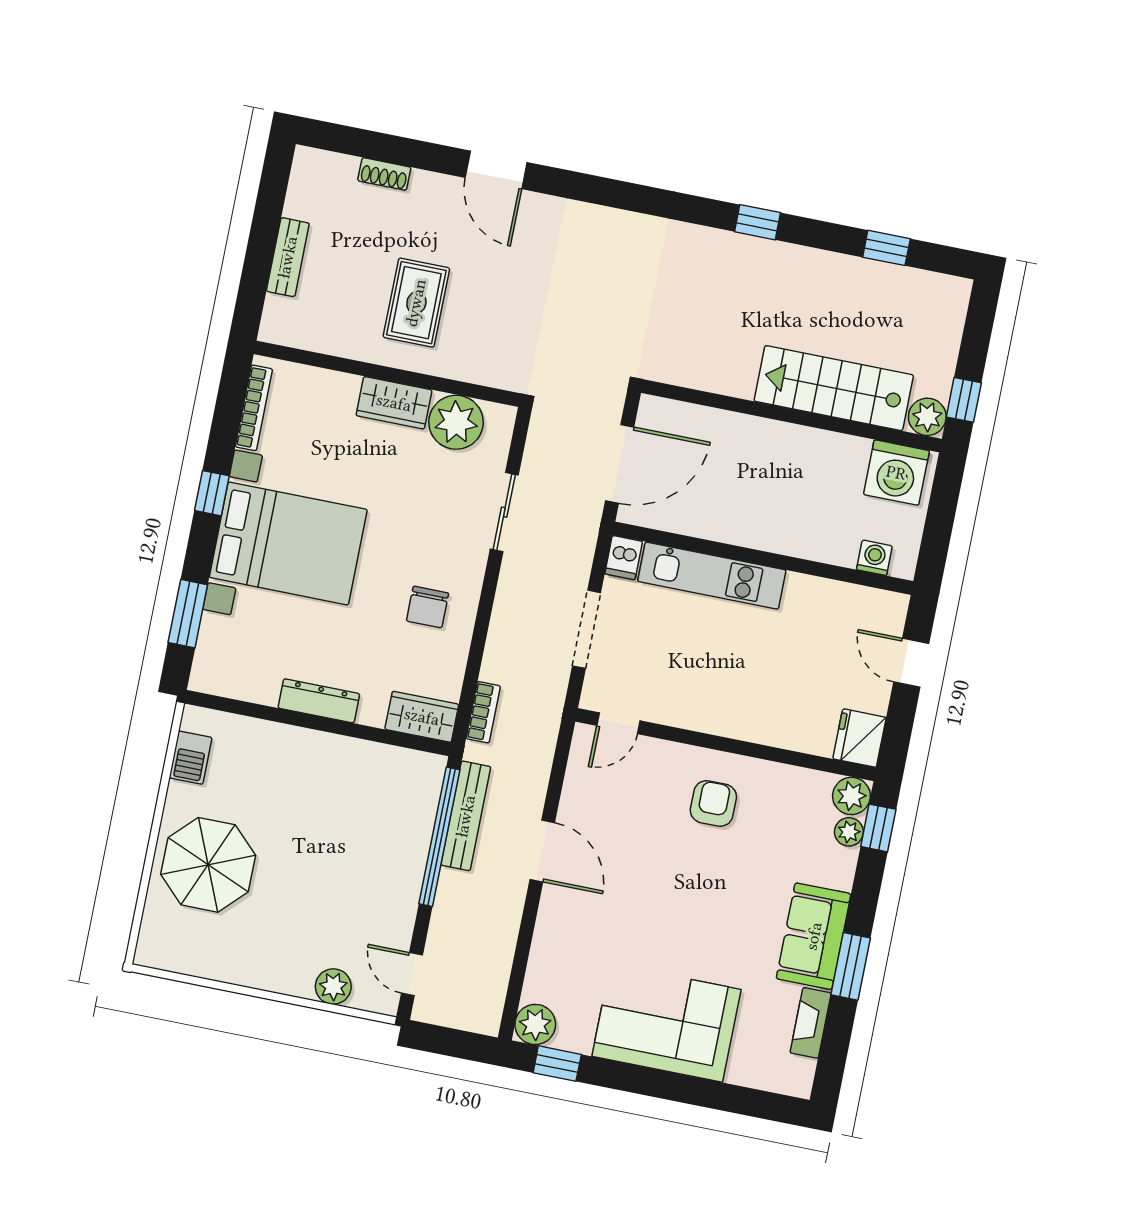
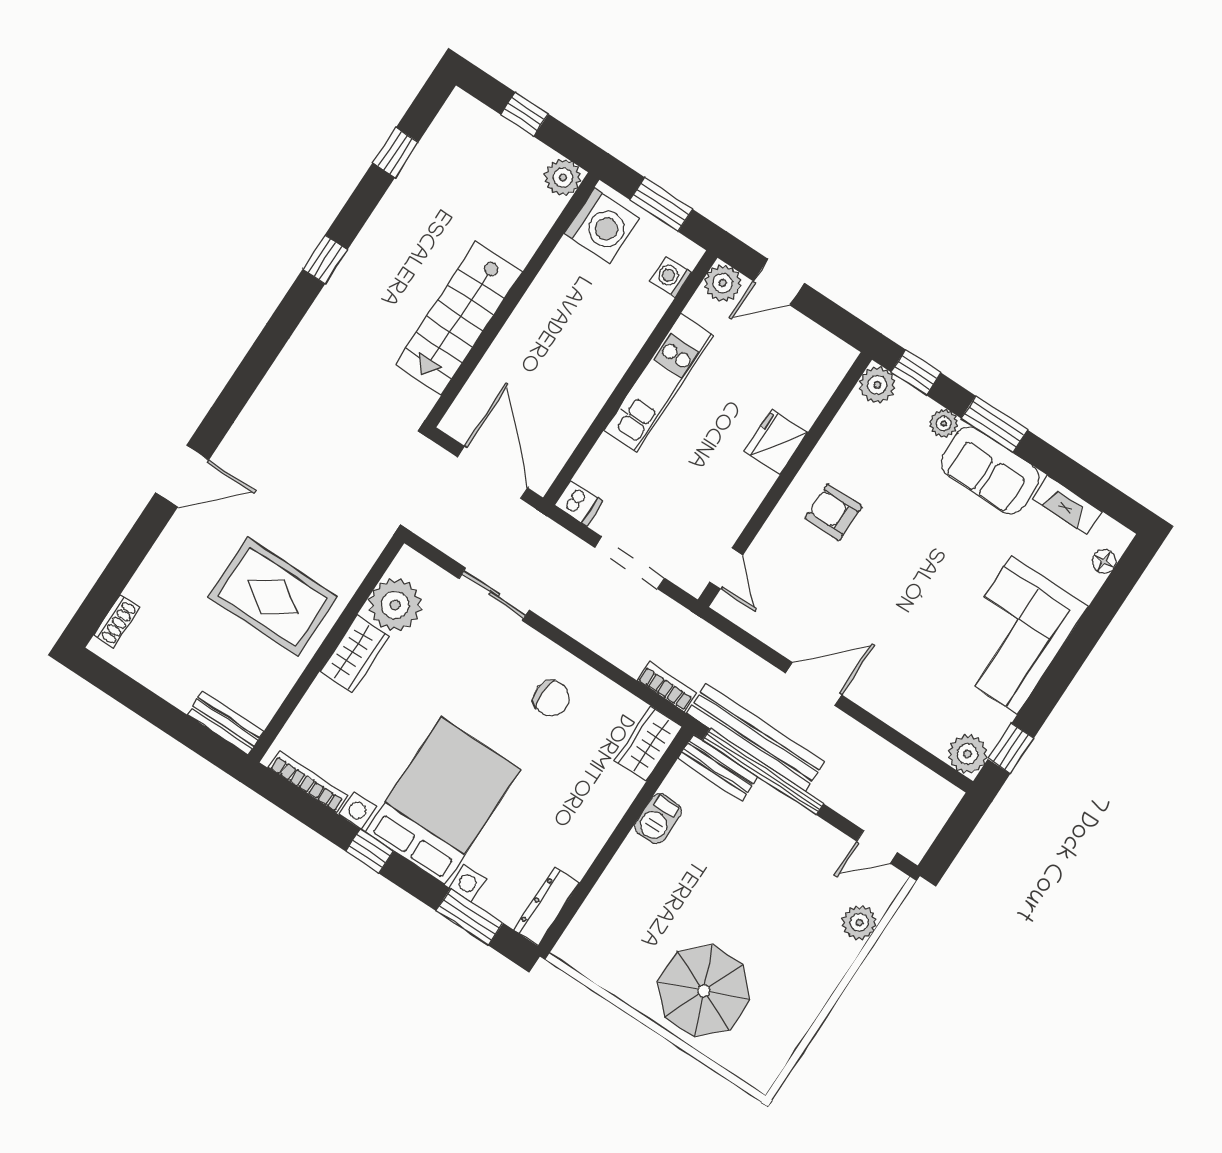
shoe rack: (384, 174) -> (117, 621), moved
bench: (288, 257) -> (225, 723), moved
rug: (416, 303) -> (273, 597), width x1.36, depth x1.43
stairs: (834, 388) -> (459, 318), moved
window: (964, 400) -> (524, 114), moved
window: (940, 521) -> (661, 205), added
kitchen unit: (712, 576) -> (659, 383), moved
plant: (889, 610) -> (723, 283), added
dresser: (319, 701) -> (546, 906), moved
fridge: (860, 738) -> (776, 442), moved, turned 90
barbecue: (191, 758) -> (658, 819), moved, turned 90
bench: (426, 792) -> (718, 768), added
bench: (466, 816) -> (756, 738), width x1.37, depth x1.21
plant: (849, 832) -> (944, 423), moved
window: (851, 966) -> (994, 424), moved
floor lamp: (771, 1080) -> (1104, 561), added

